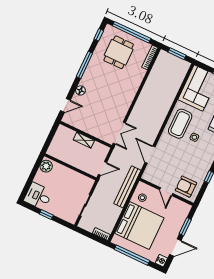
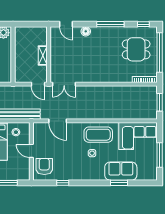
door: (150, 155) -> (58, 121), swing flipped
door: (103, 168) -> (38, 84), moved
door: (166, 192) -> (31, 151), hinge flipped

